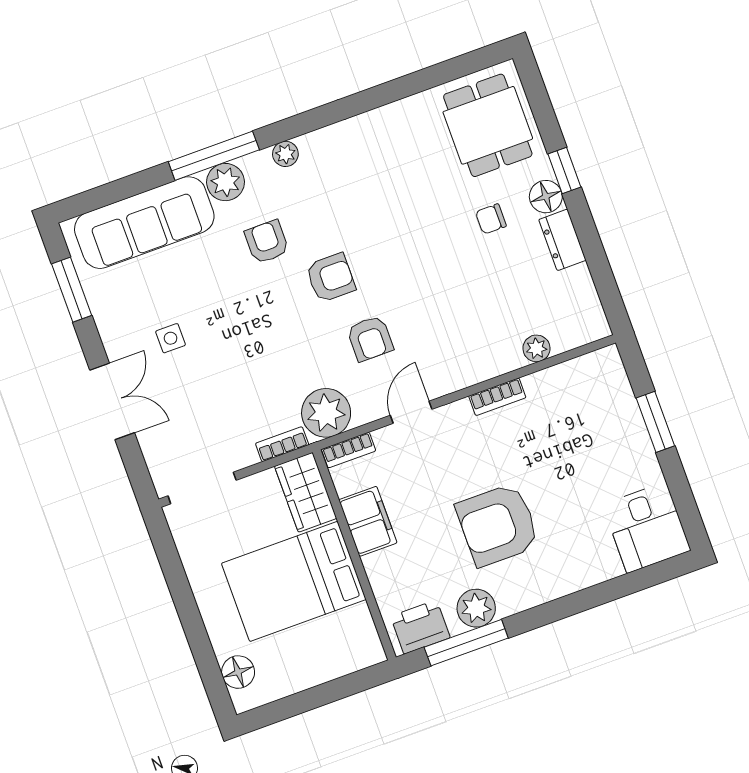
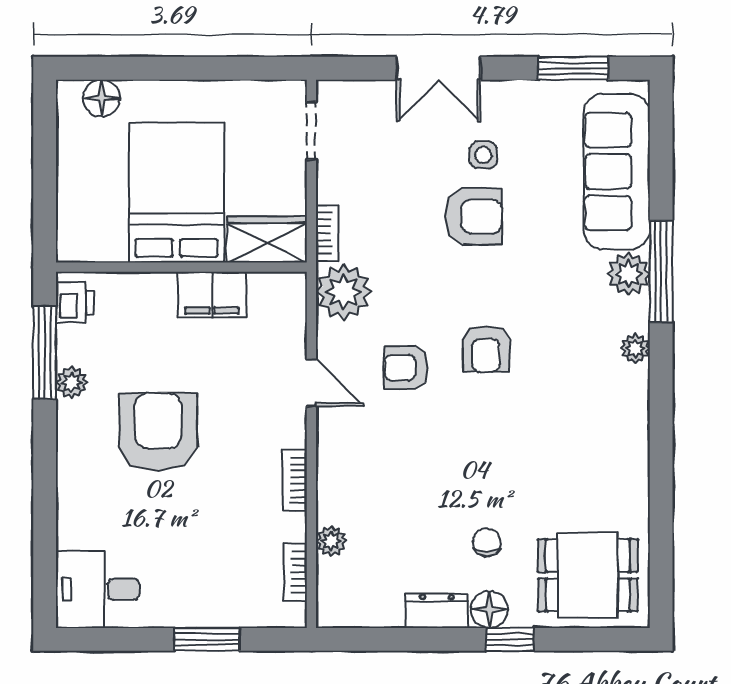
armchair: (267, 242) -> (474, 216), moved, width x1.38, depth x1.38
bookcase: (349, 450) -> (295, 572), moved
doorway: (202, 488) -> (311, 131), width x0.73
plant: (476, 608) -> (72, 382), width x0.73, depth x0.73
printer: (420, 627) -> (75, 302), width x0.73, depth x0.81

